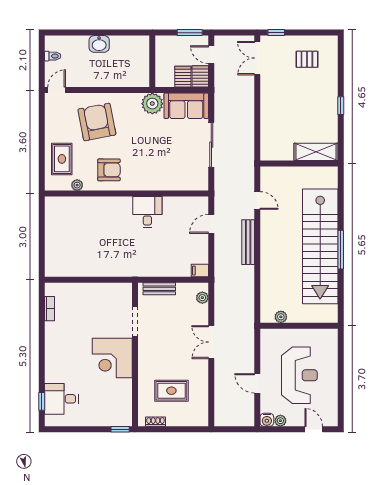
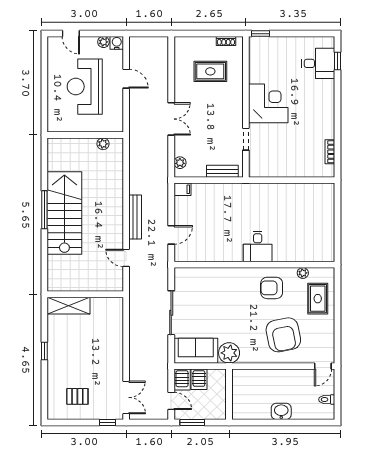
desk: (147, 212) -> (258, 247), moved
stairs: (320, 246) -> (64, 213), width x0.73
doorway: (135, 322) -> (246, 139), width x0.73

